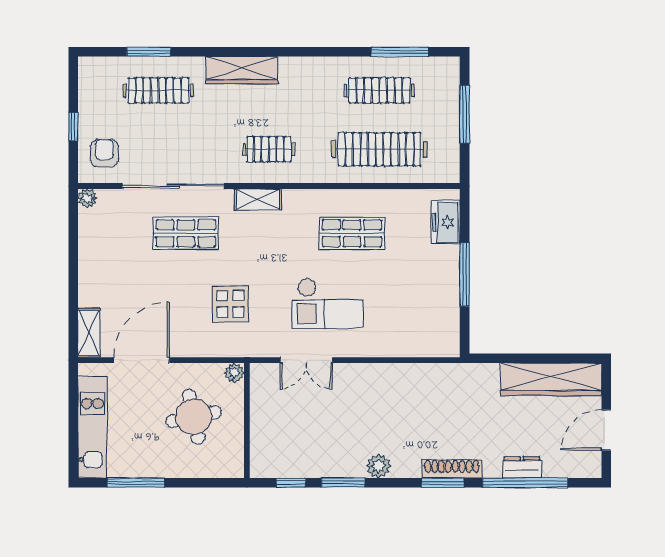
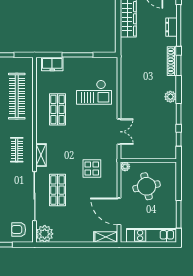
plant: (87, 198) -> (45, 234), width x1.88, depth x1.88
checkout: (328, 304) -> (94, 92), moved, turned 90

